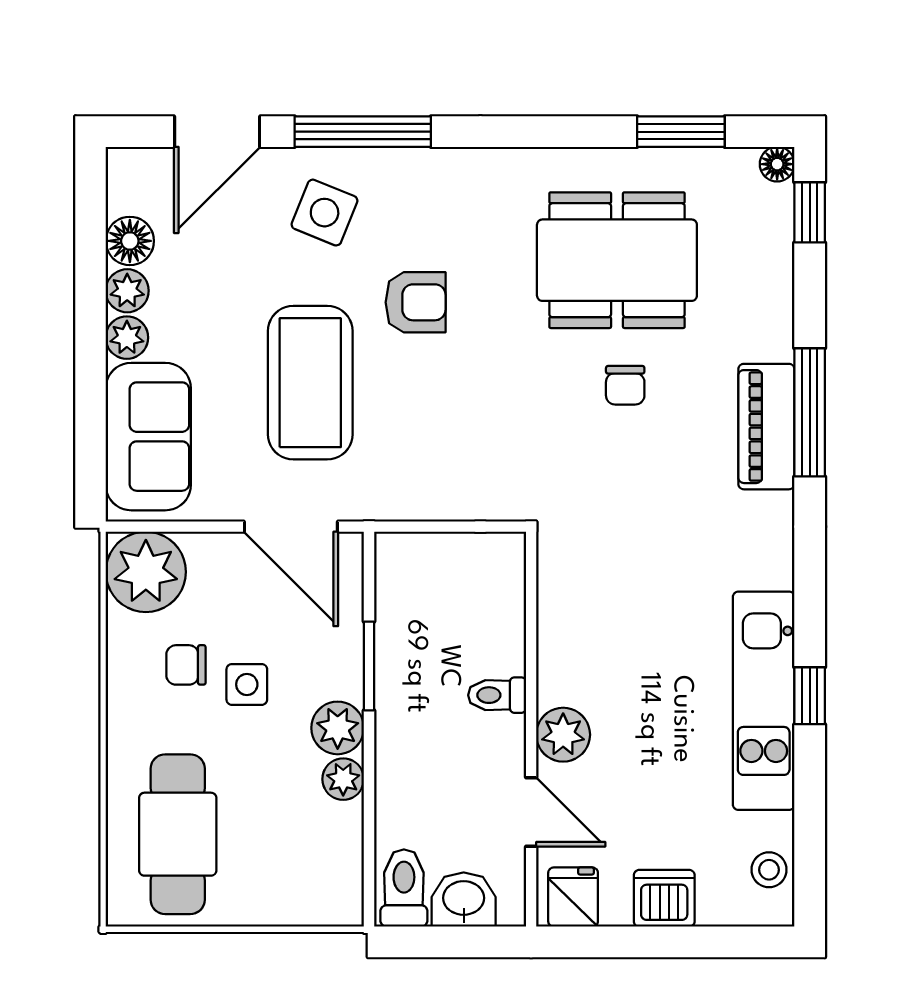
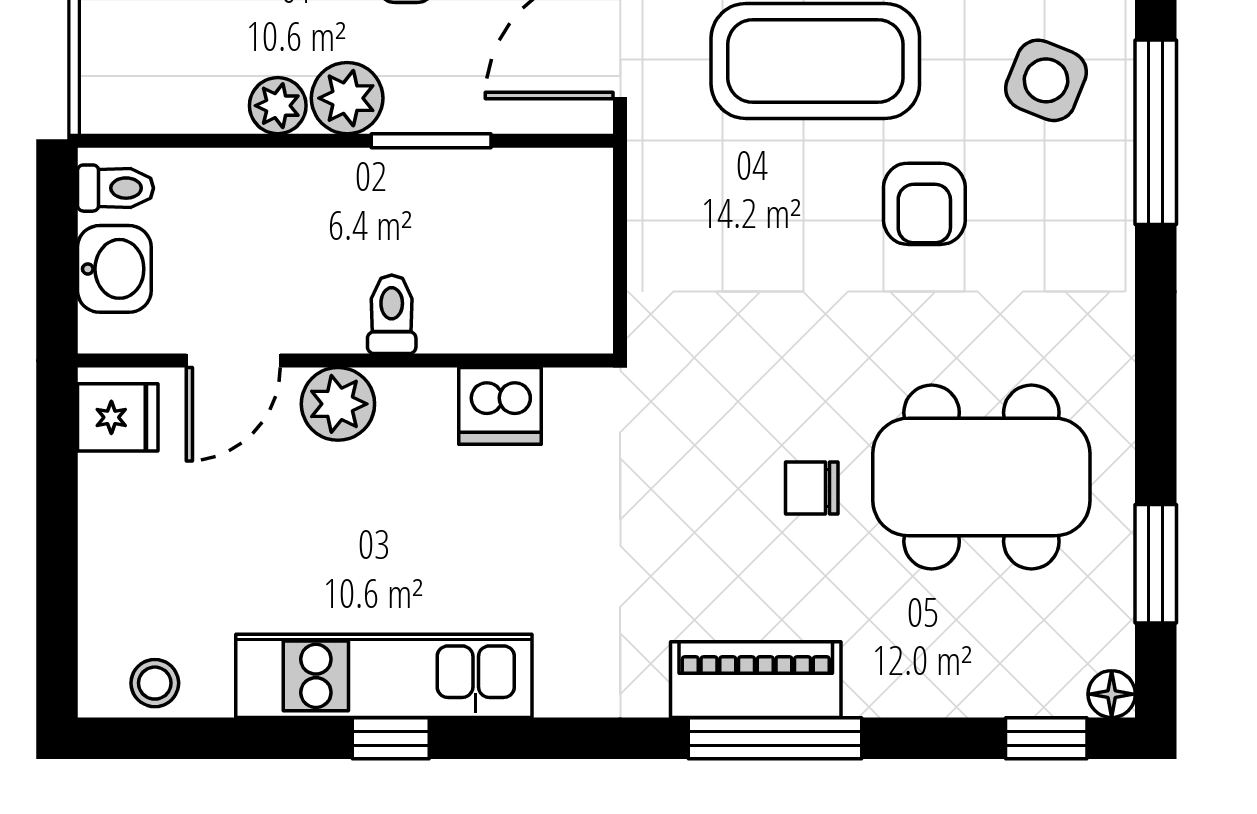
dining table: (617, 260) -> (981, 477), turned 90
toilet: (404, 888) -> (115, 188), width x0.73, depth x0.72
dishwasher: (664, 898) -> (500, 406), moved, turned 90

